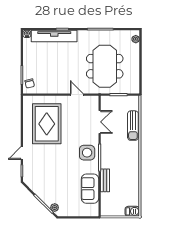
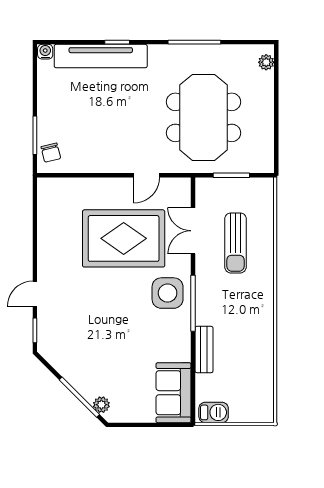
door: (77, 95) -> (146, 175), swing flipped
double door: (100, 122) -> (193, 231), swing flipped
rug: (47, 124) -> (124, 238), moved, turned 90
sun lounger: (133, 126) -> (235, 243), moved
sofa: (90, 189) -> (174, 393), moved
barbecue: (132, 211) -> (214, 412), moved

